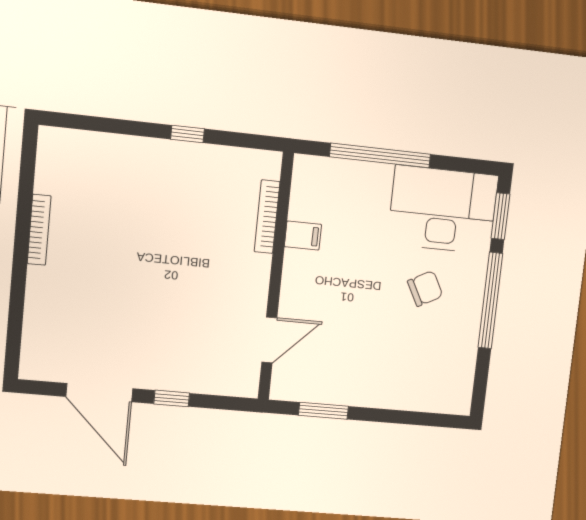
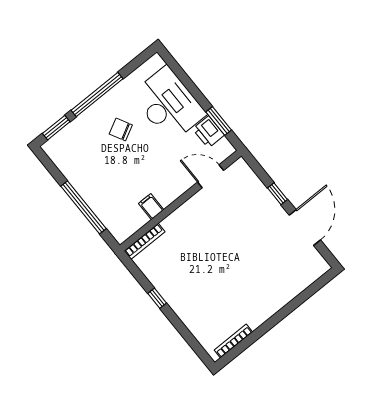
desk: (443, 210) -> (168, 104), moved, turned 180
bookcase: (267, 217) -> (145, 241), moved
bookcase: (39, 230) -> (233, 341), moved
printer: (323, 387) -> (208, 132), added

